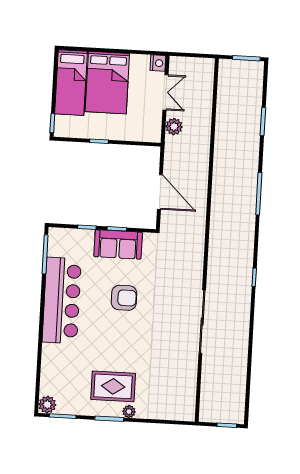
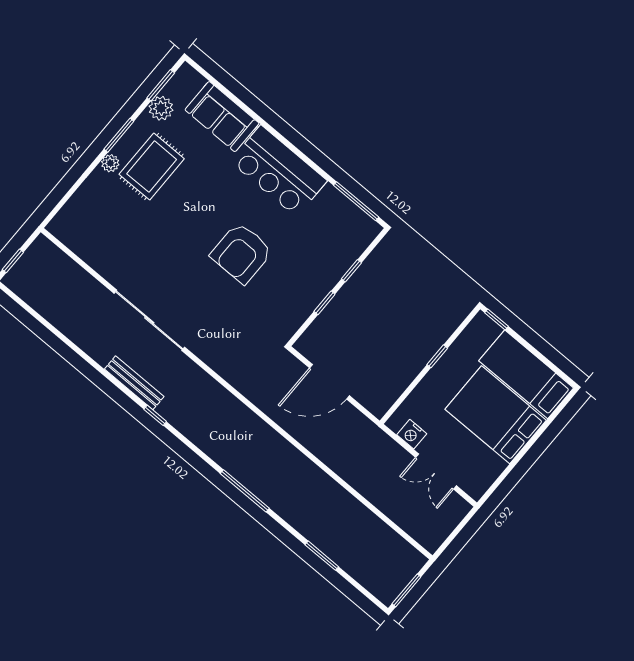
nightstand: (158, 63) -> (412, 434), moved
plant: (174, 127) -> (391, 452), removed
sofa: (118, 244) -> (222, 117), moved, turned -90
armchair: (124, 298) -> (242, 253), width x1.36, depth x1.36
bar counter: (62, 300) -> (279, 171), width x0.73
bench: (244, 303) -> (134, 383), added
plant: (47, 405) -> (161, 108), moved

